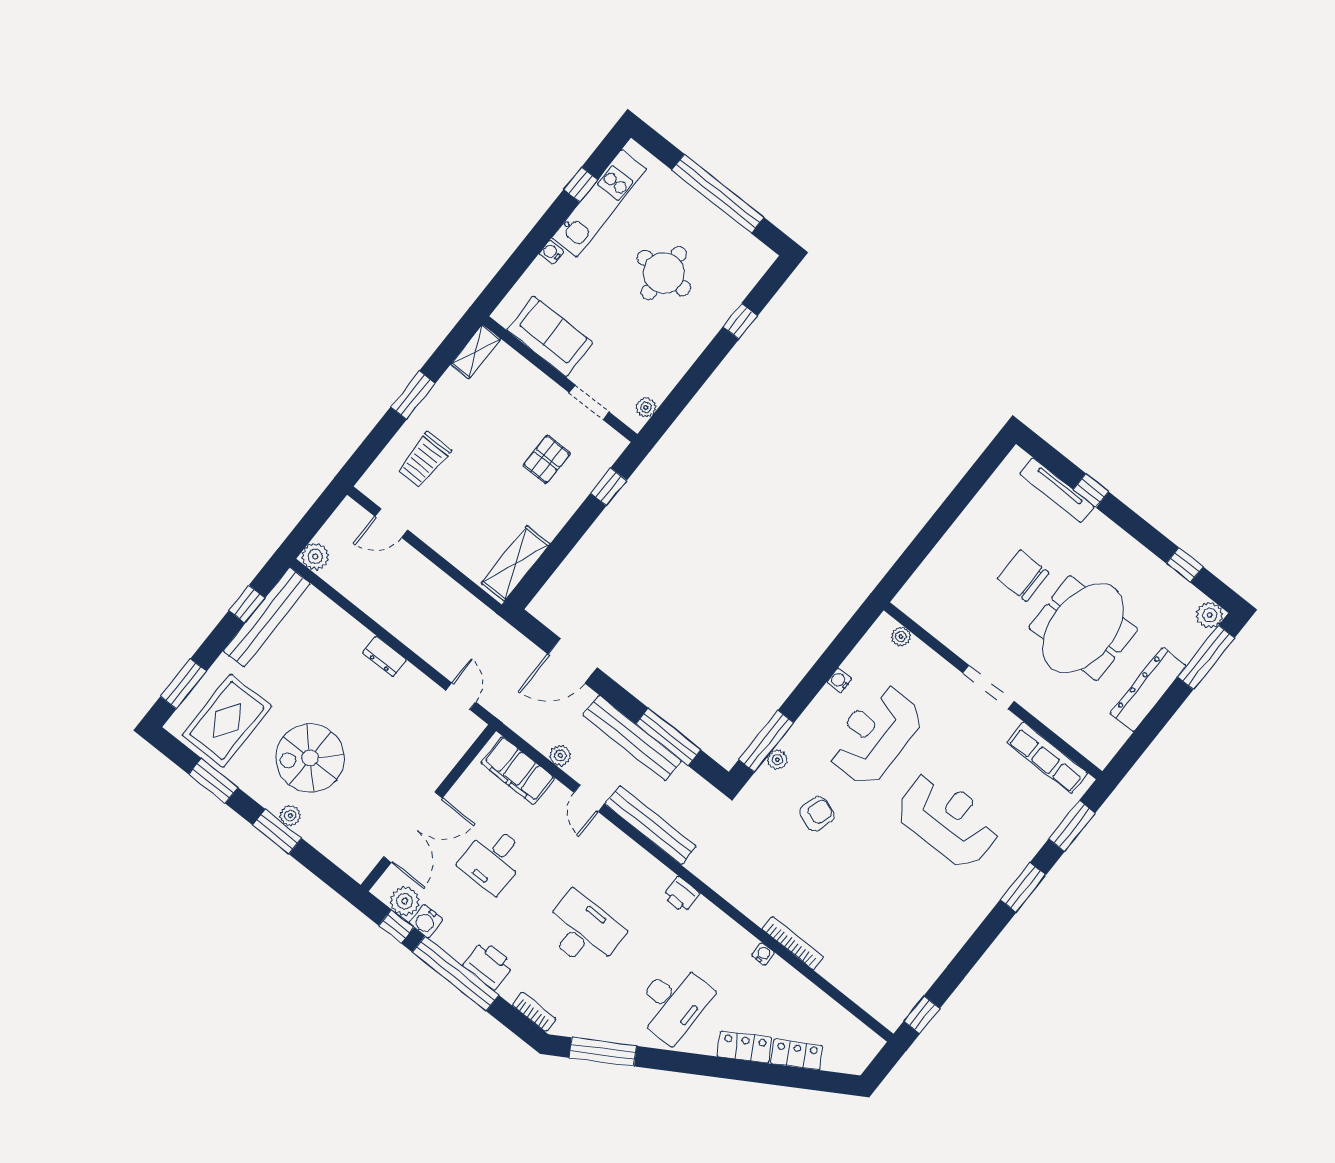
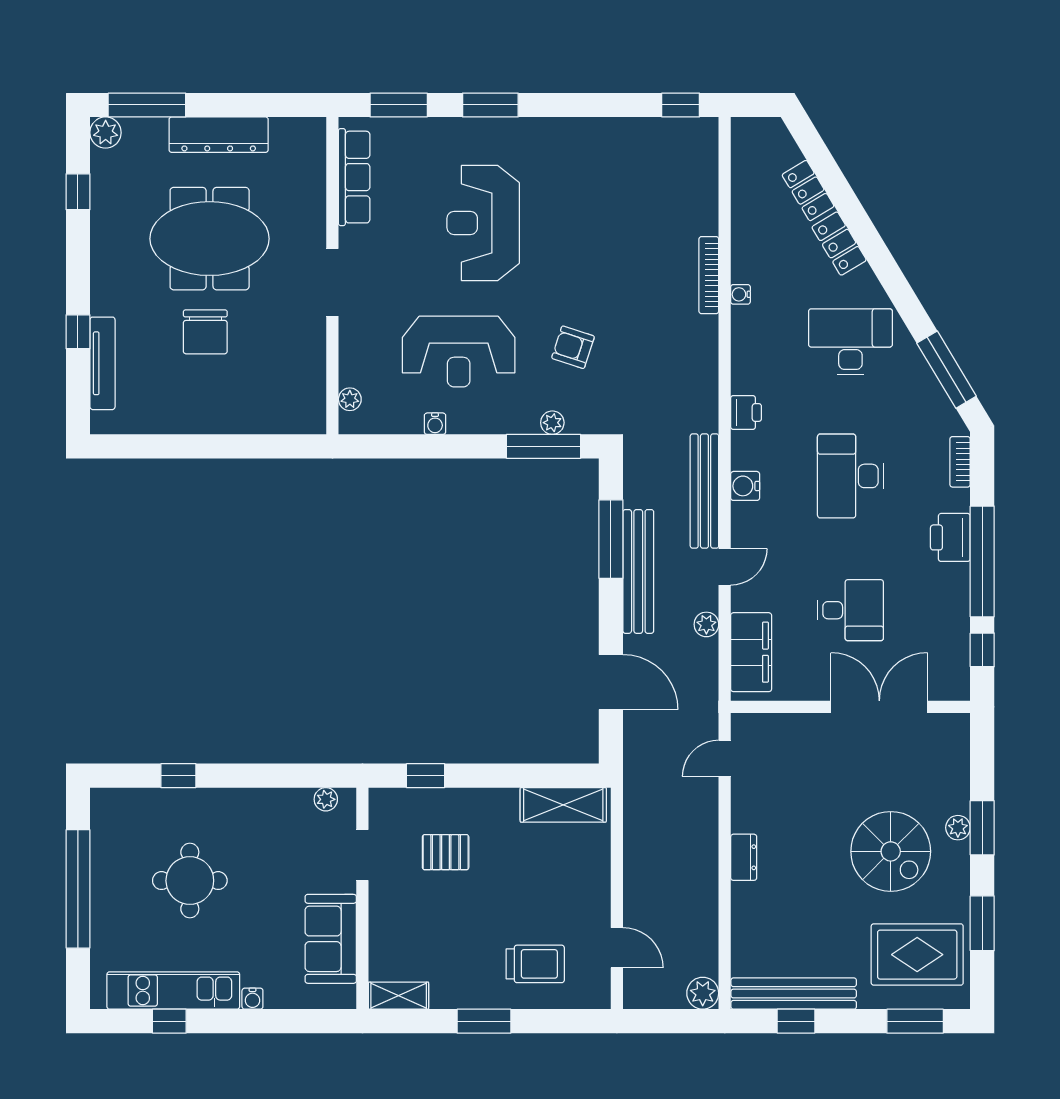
plant: (405, 901) -> (953, 661), removed
water cooler: (426, 921) -> (745, 486), moved, turned 180

